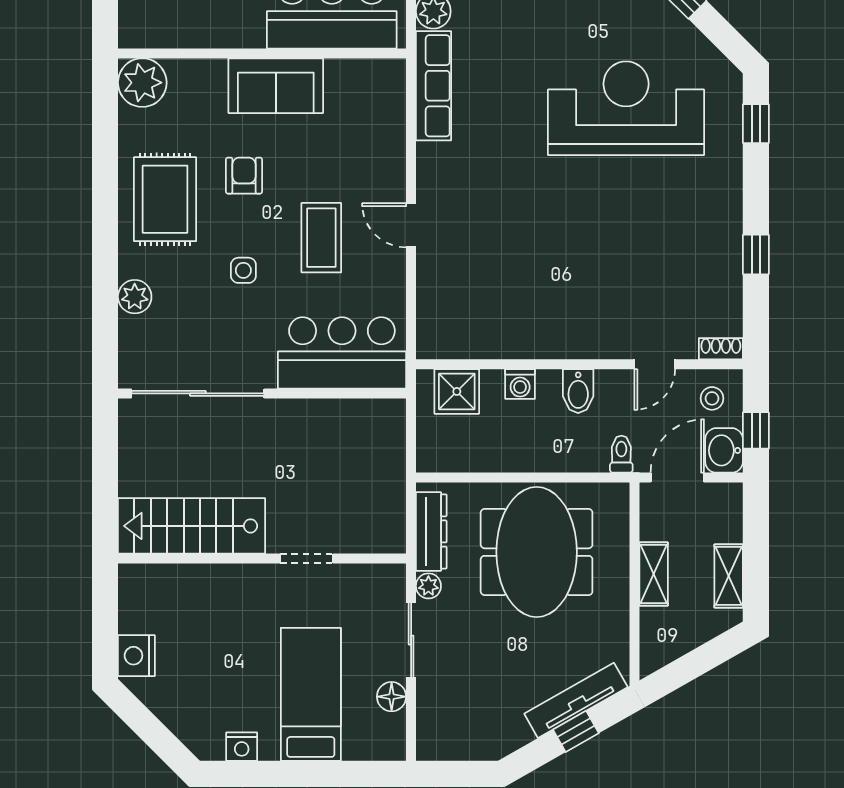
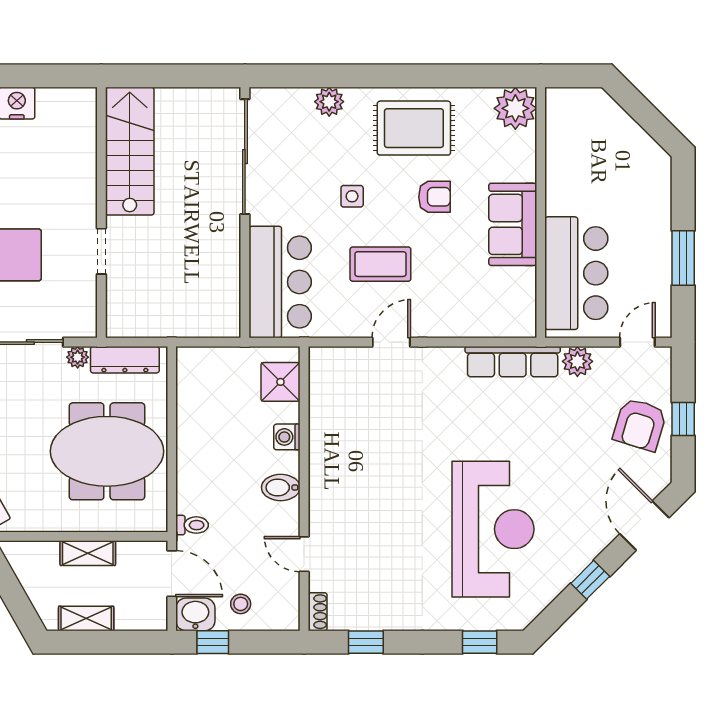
shoe rack: (721, 349) -> (318, 612), moved
wall: (579, 364) -> (304, 489), moved
door: (655, 364) -> (304, 554), moved
washing machine: (520, 384) -> (287, 437), moved
shower: (457, 391) -> (280, 382), moved
bidet: (578, 391) -> (281, 488), moved

